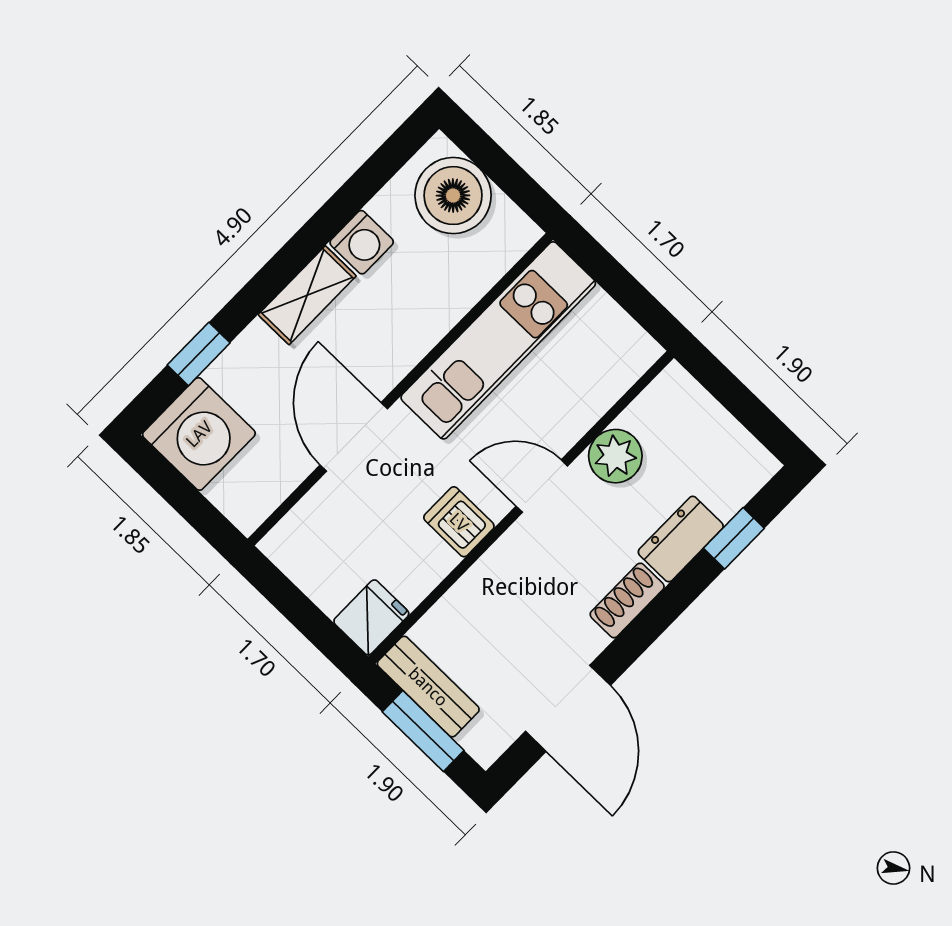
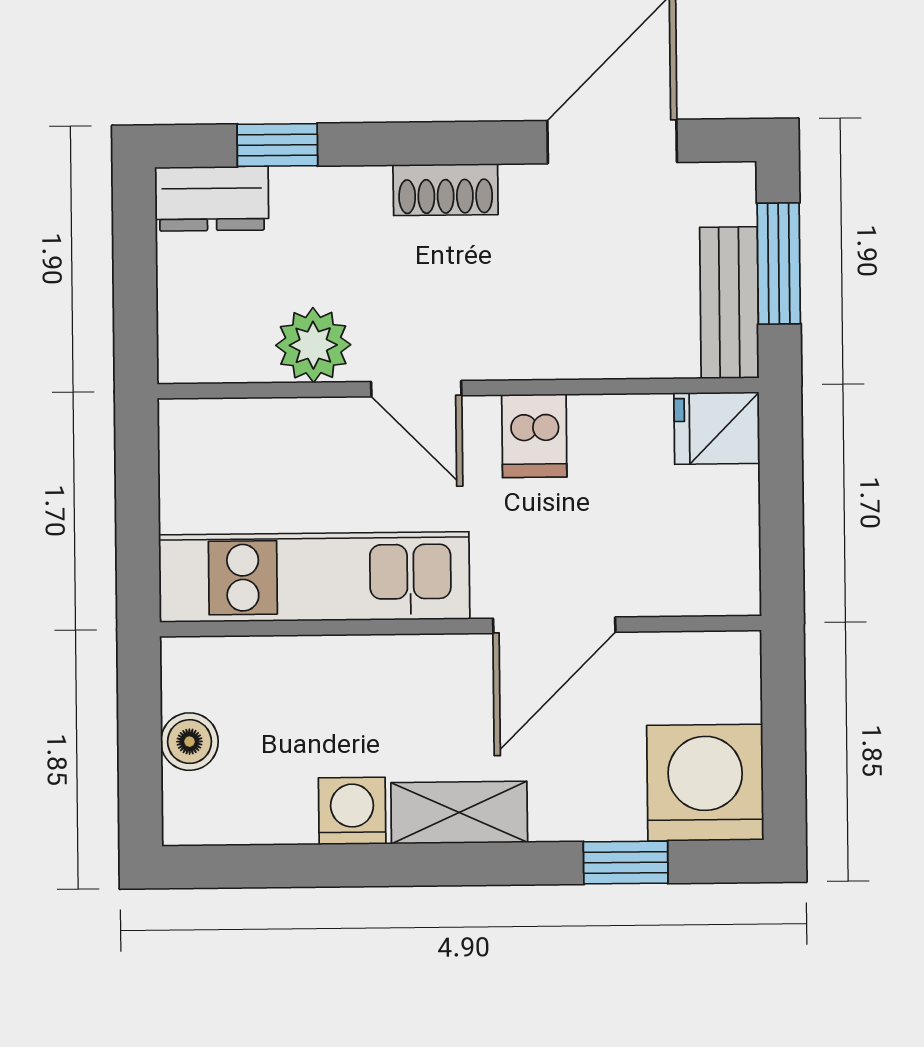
boiler: (453, 196) -> (189, 742), width x0.54, depth x0.54
dresser: (681, 539) -> (212, 199), moved

